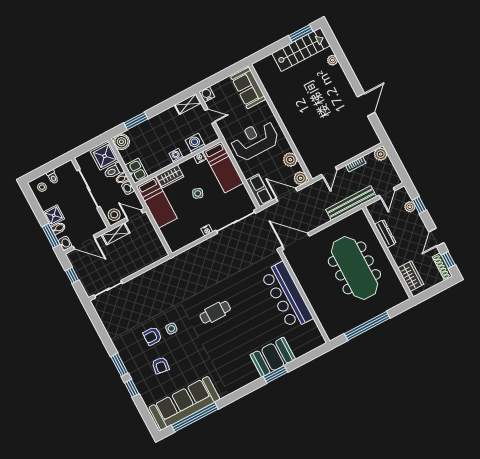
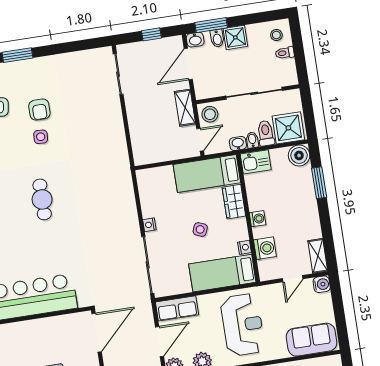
armchair: (152, 336) -> (39, 110), turned 180

